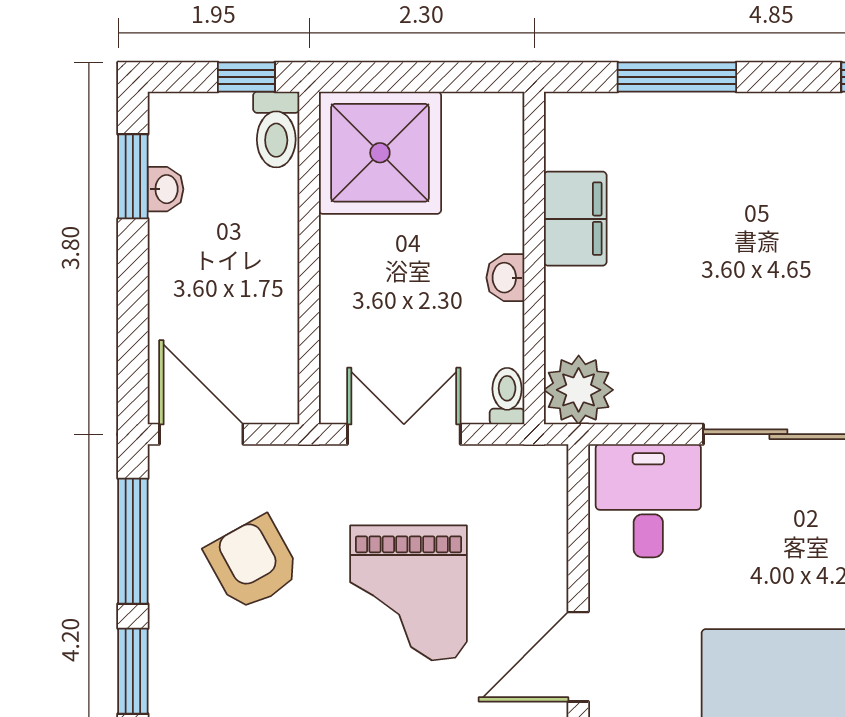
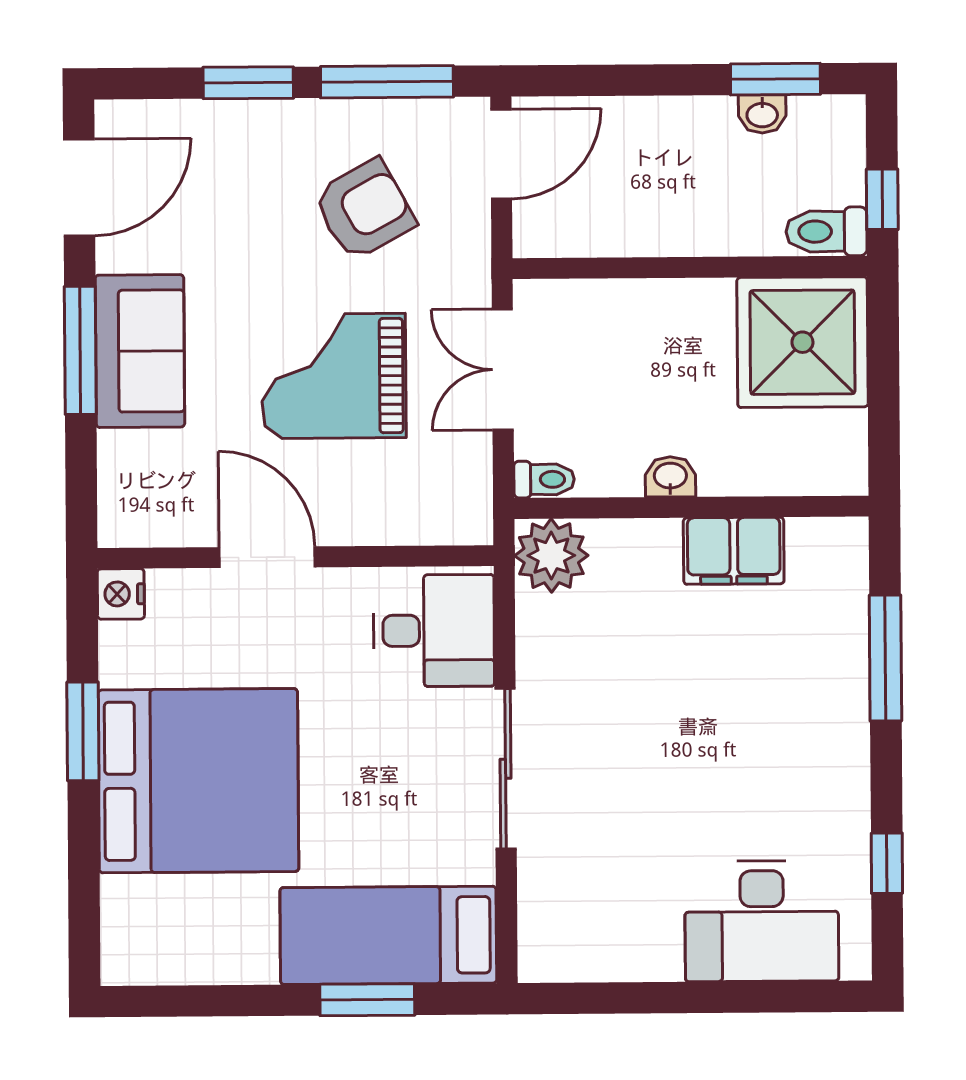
double door: (404, 434) -> (503, 370), swing flipped

